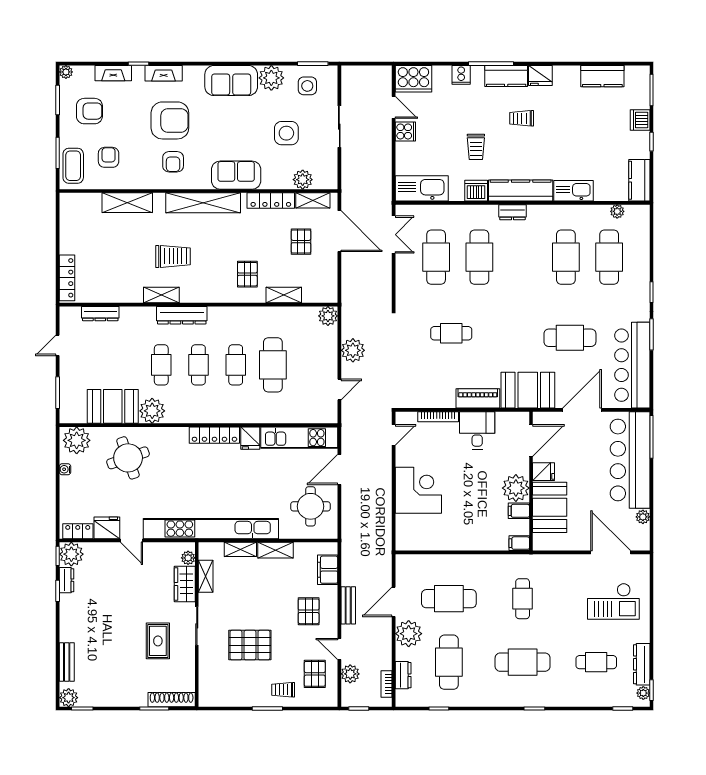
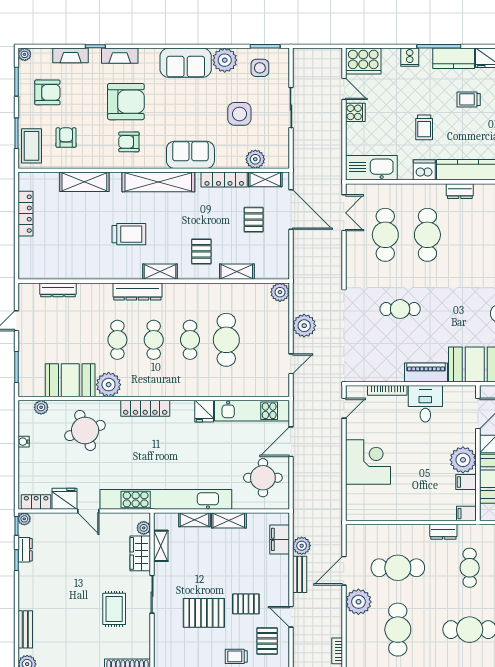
armchair: (173, 162) -> (129, 142), turned 90
locker: (67, 278) -> (26, 214), moved
shelving: (161, 295) -> (160, 272), moved
locker: (214, 435) -> (145, 408), moved
plant: (77, 440) -> (41, 407), width x0.53, depth x0.53
plant: (71, 554) -> (24, 519), width x0.53, depth x0.53
pallet: (309, 611) -> (246, 604), moved, turned 90
plant: (350, 674) -> (302, 546), moved
dresser: (403, 675) -> (443, 532), moved, turned 90

